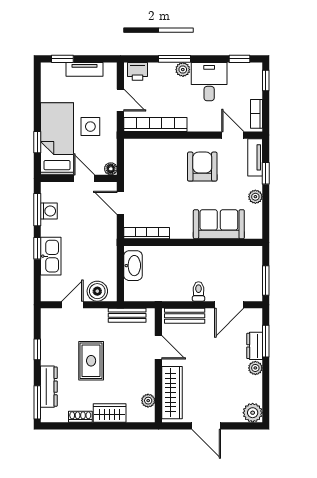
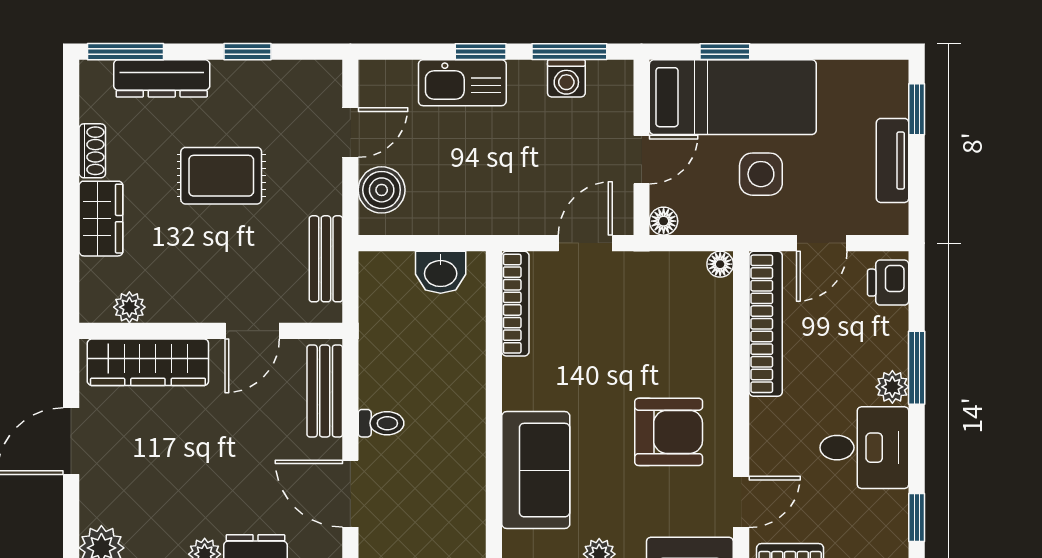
floor lamp: (130, 144) -> (720, 264), added
washbasin: (133, 266) -> (441, 272), width x0.72
door: (72, 305) -> (350, 133), hinge flipped

